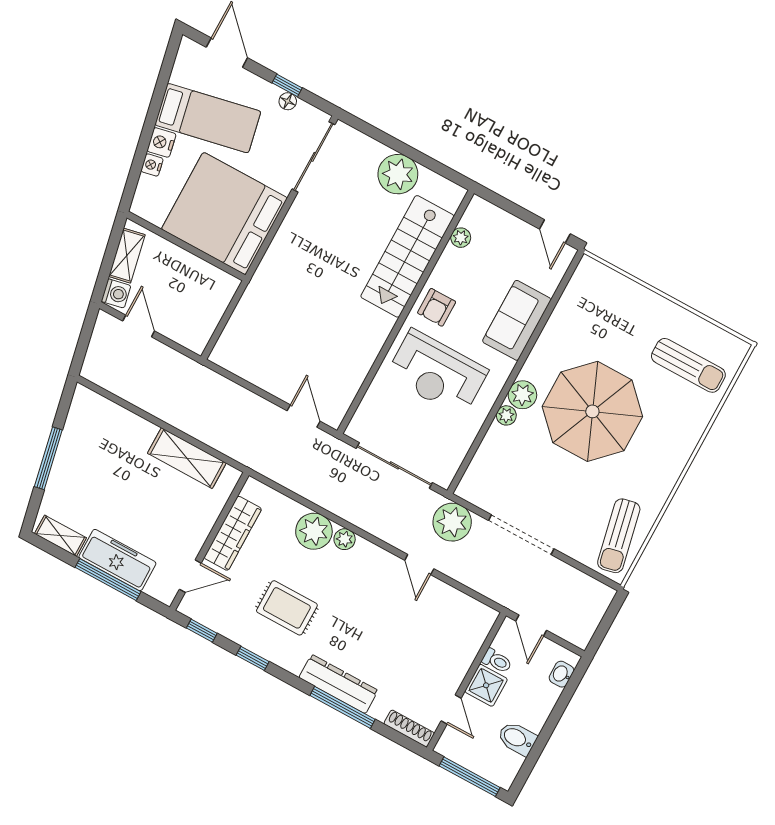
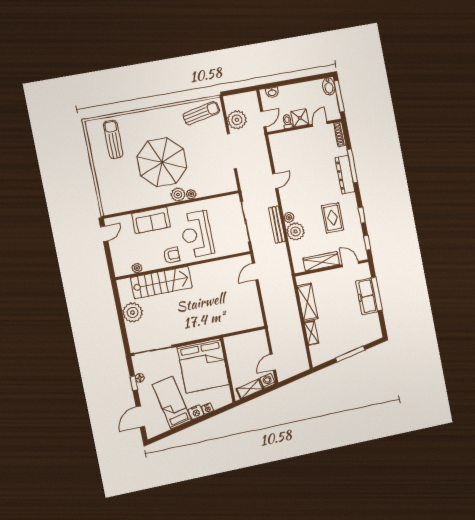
reception desk: (437, 373) -> (197, 234), turned 180
bench: (349, 511) -> (277, 225), added
plant: (452, 522) -> (237, 120), moved
shelving: (61, 536) -> (311, 333), moved
bidet: (517, 738) -> (329, 86), moved

